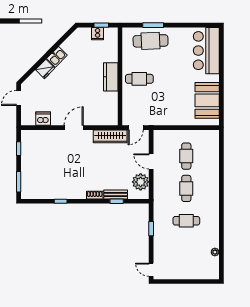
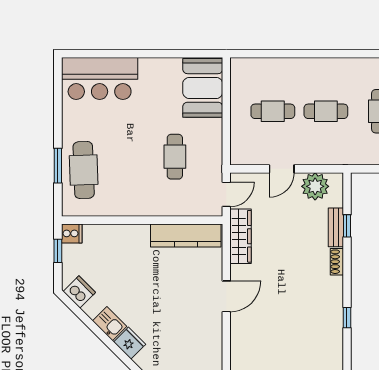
cooker: (98, 34) -> (72, 233), moved
kitchen counter: (111, 77) -> (186, 236), moved, width x1.50
cafe table: (139, 79) -> (175, 157), moved
booth: (207, 100) -> (203, 88), moved, turned 90
dishwasher: (43, 119) -> (79, 292), moved, turned 135
door: (74, 128) -> (226, 296), swing flipped
door: (136, 128) -> (226, 194), hinge flipped

